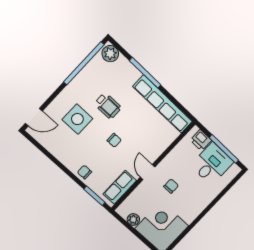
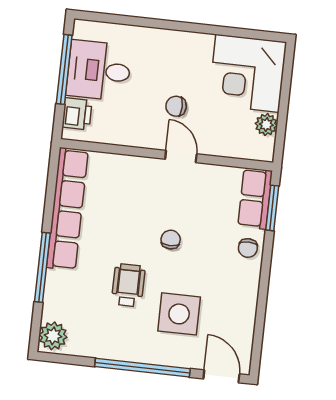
window: (84, 63) -> (142, 368), moved
door: (148, 172) -> (181, 157), swing flipped
row of seats: (120, 187) -> (255, 199), moved, turned 90

